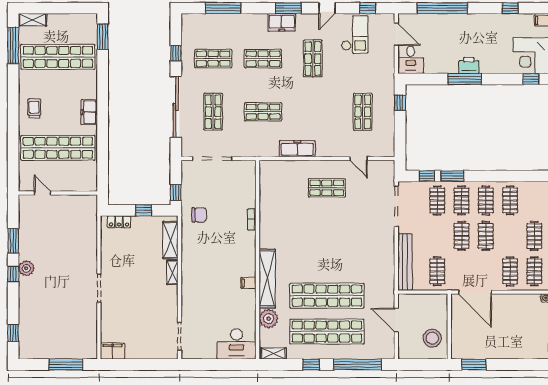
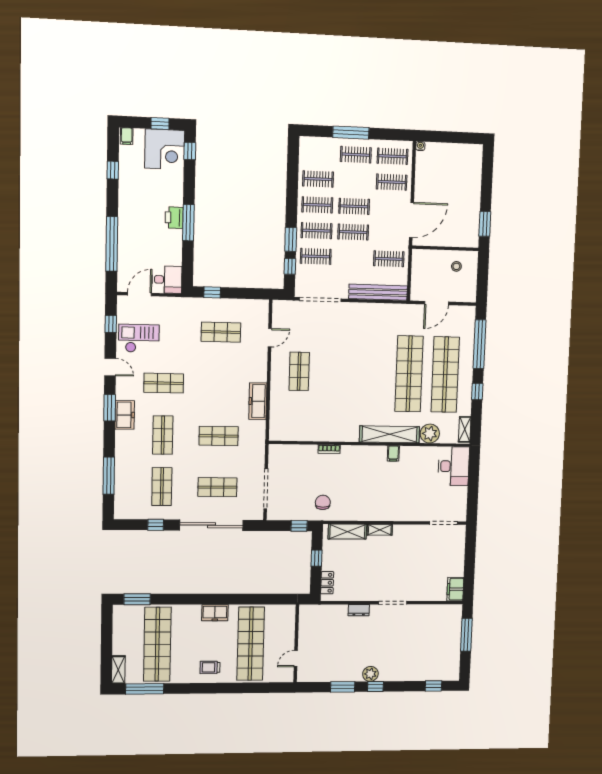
shop shelf: (263, 112) -> (219, 436), turned 90
dresser: (91, 254) -> (359, 610), added
stool: (432, 338) -> (456, 266), width x0.53, depth x0.53

